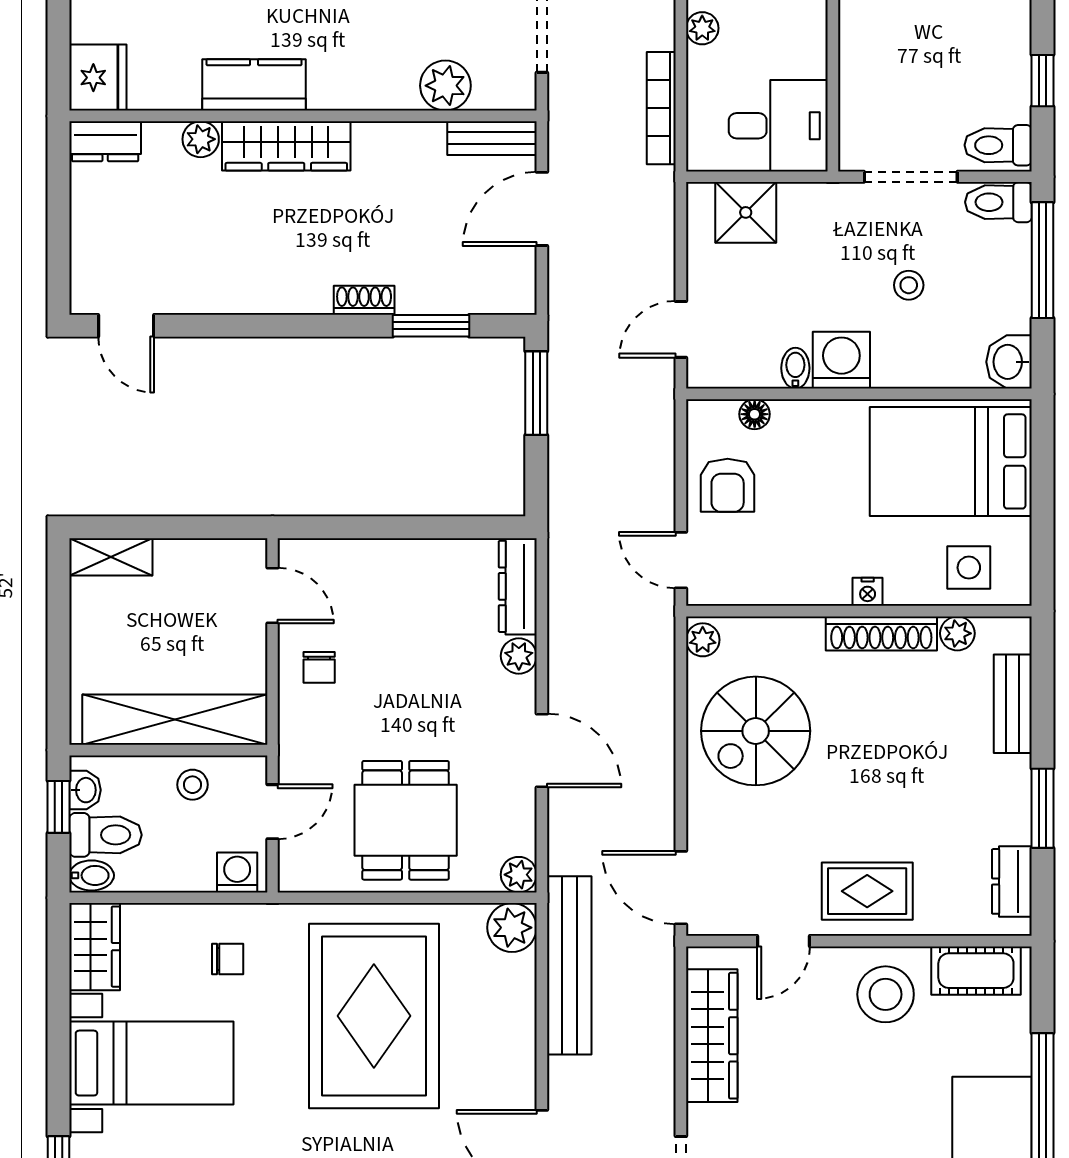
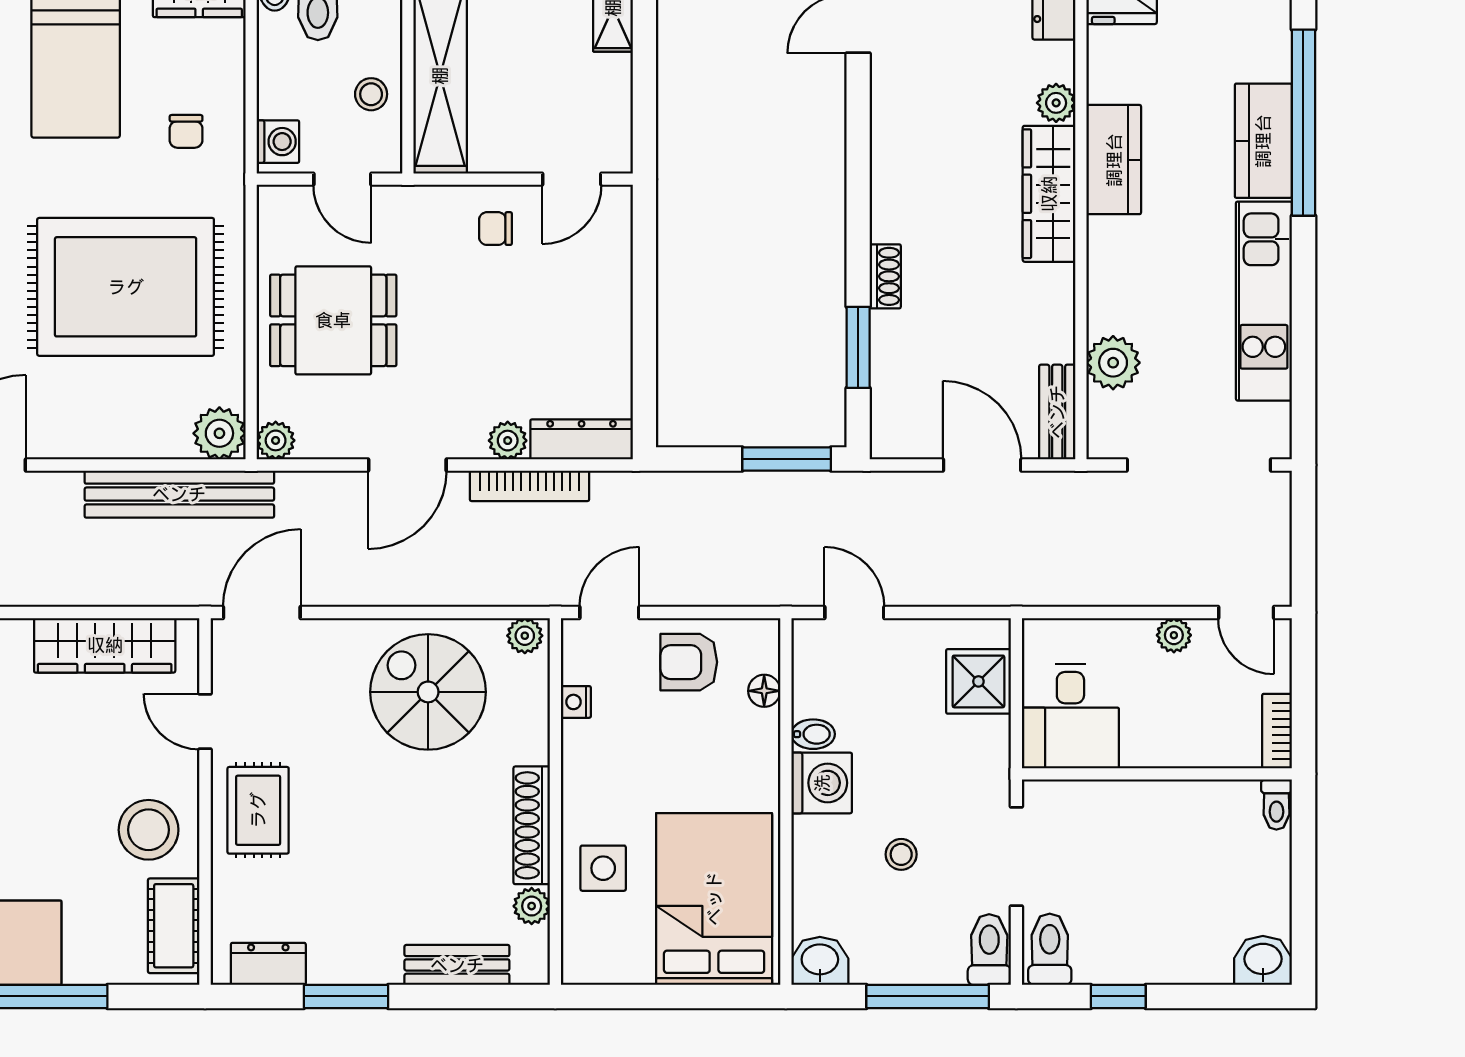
bookcase: (661, 108) -> (530, 486), moved, turned 180
side table: (969, 568) -> (603, 868), moved
nightstand: (868, 592) -> (576, 702), moved

